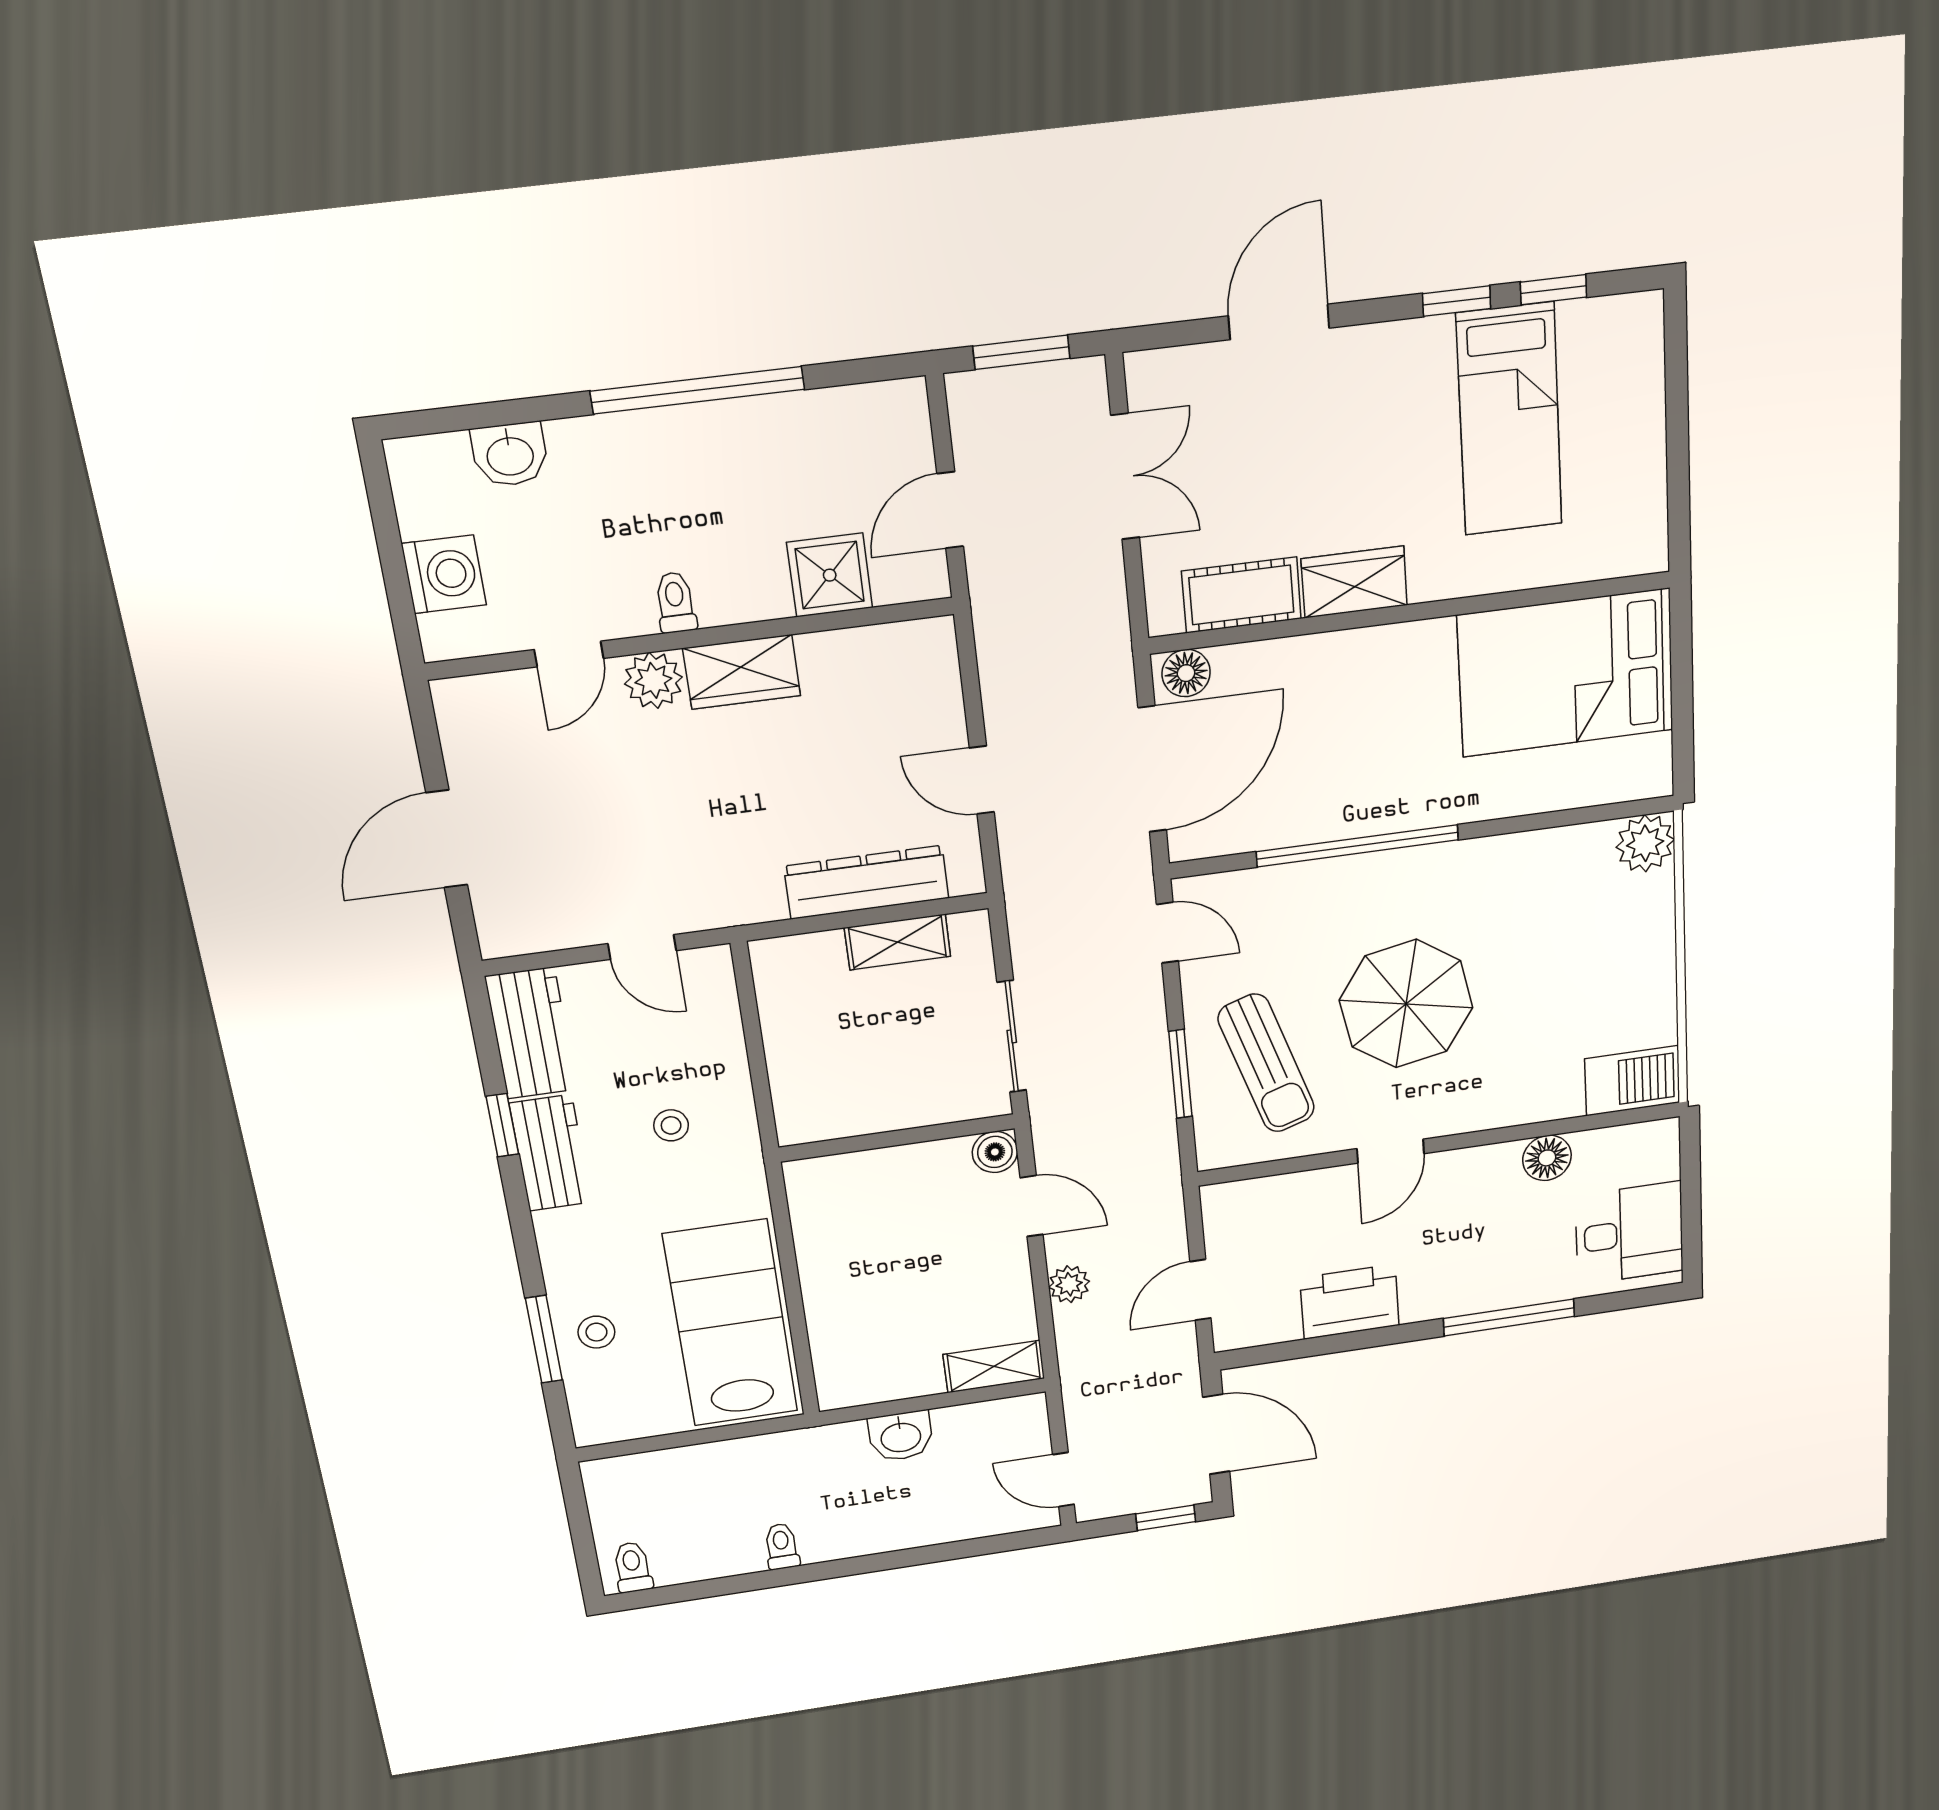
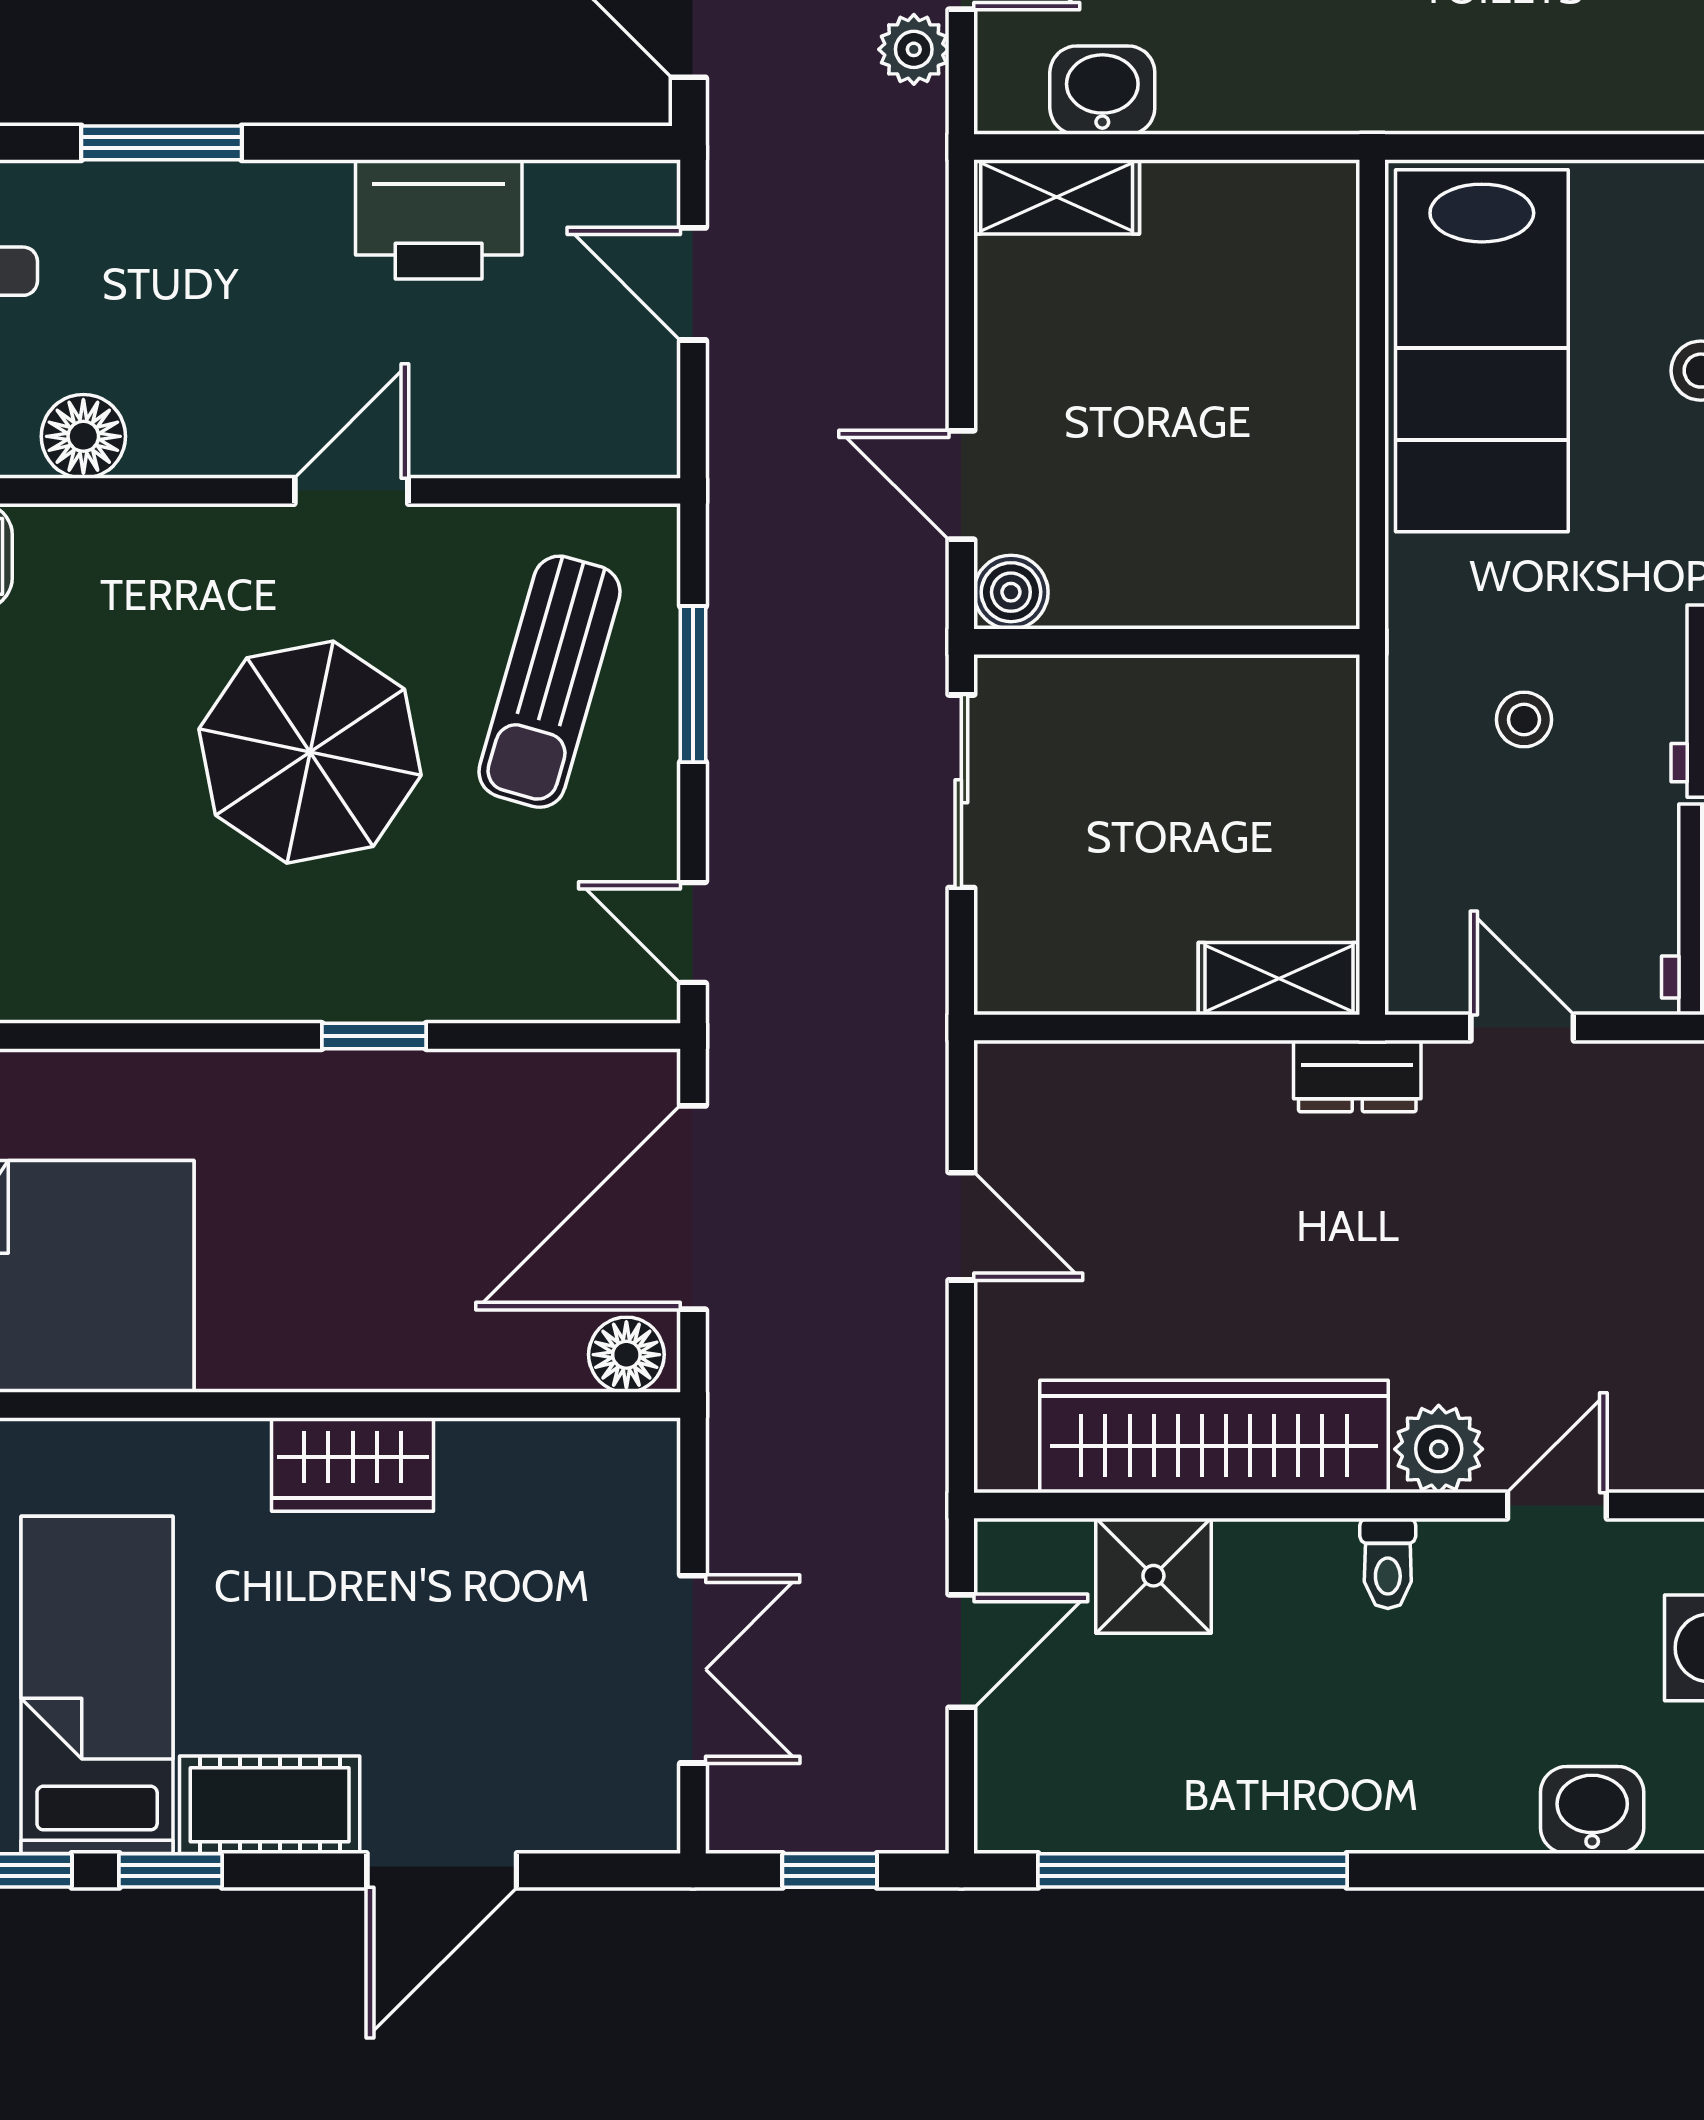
window: (1021, 352) -> (830, 1870), width x0.67
window: (698, 390) -> (1192, 1870), moved
double door: (1125, 477) -> (693, 1669), swing flipped
cot: (1241, 595) -> (270, 1805), moved
wardrobe: (742, 672) -> (1214, 1437), width x2.10, depth x1.17
window: (1358, 846) -> (374, 1036), width x0.32
dresser: (866, 882) -> (1357, 1076), moved, width x0.51, depth x0.80
shelving: (898, 942) -> (1279, 979), moved
sun lounger: (1266, 1063) -> (550, 682), turned -146
plant: (1069, 1284) -> (914, 49), moved
door: (1200, 1290) -> (693, 284), swing flipped
window: (1509, 1317) -> (161, 143), width x0.69
washbasin: (901, 1436) -> (1102, 90), moved

